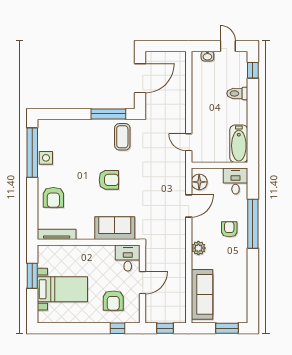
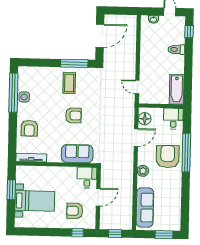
coffee table: (122, 137) -> (69, 83), moved
armchair: (229, 229) -> (168, 157), width x1.88, depth x1.88
armchair: (113, 301) -> (75, 211), turned 90

